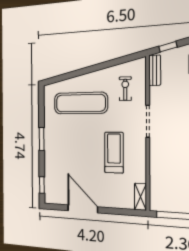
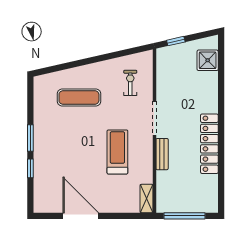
bench: (155, 70) -> (162, 154), moved
exercise mat: (81, 103) -> (79, 98), width x0.73, depth x0.69
window: (42, 185) -> (30, 168), moved

